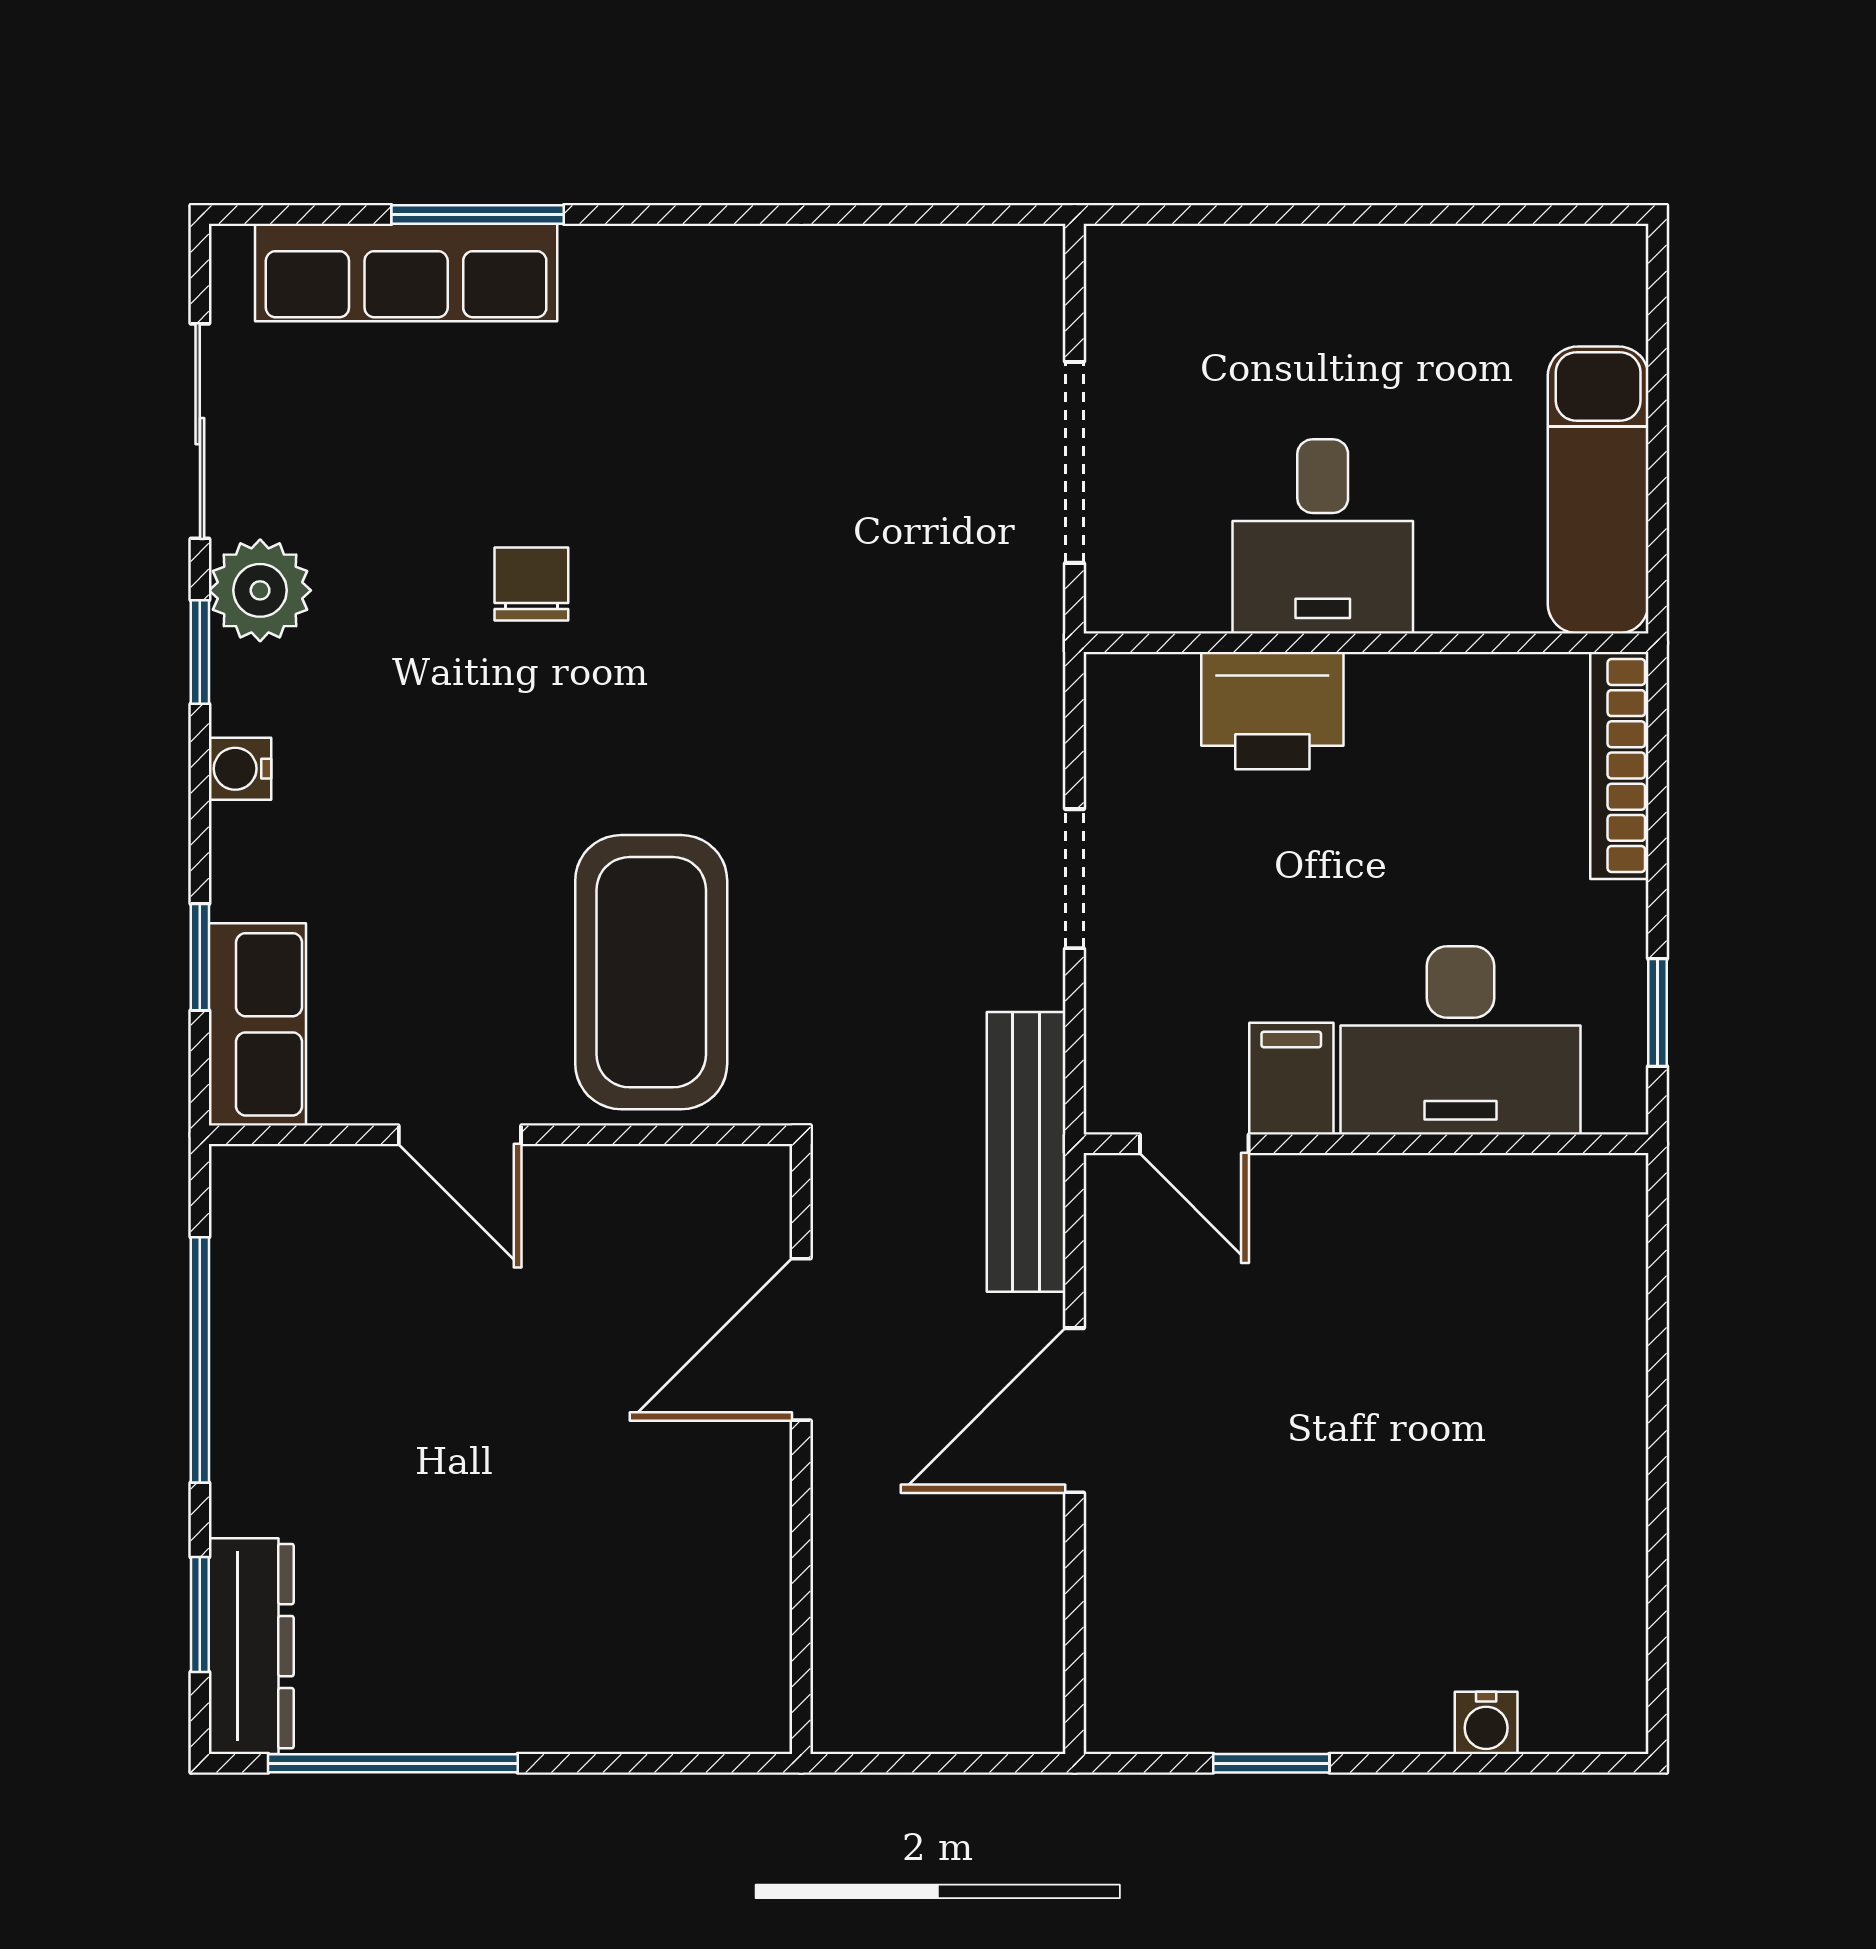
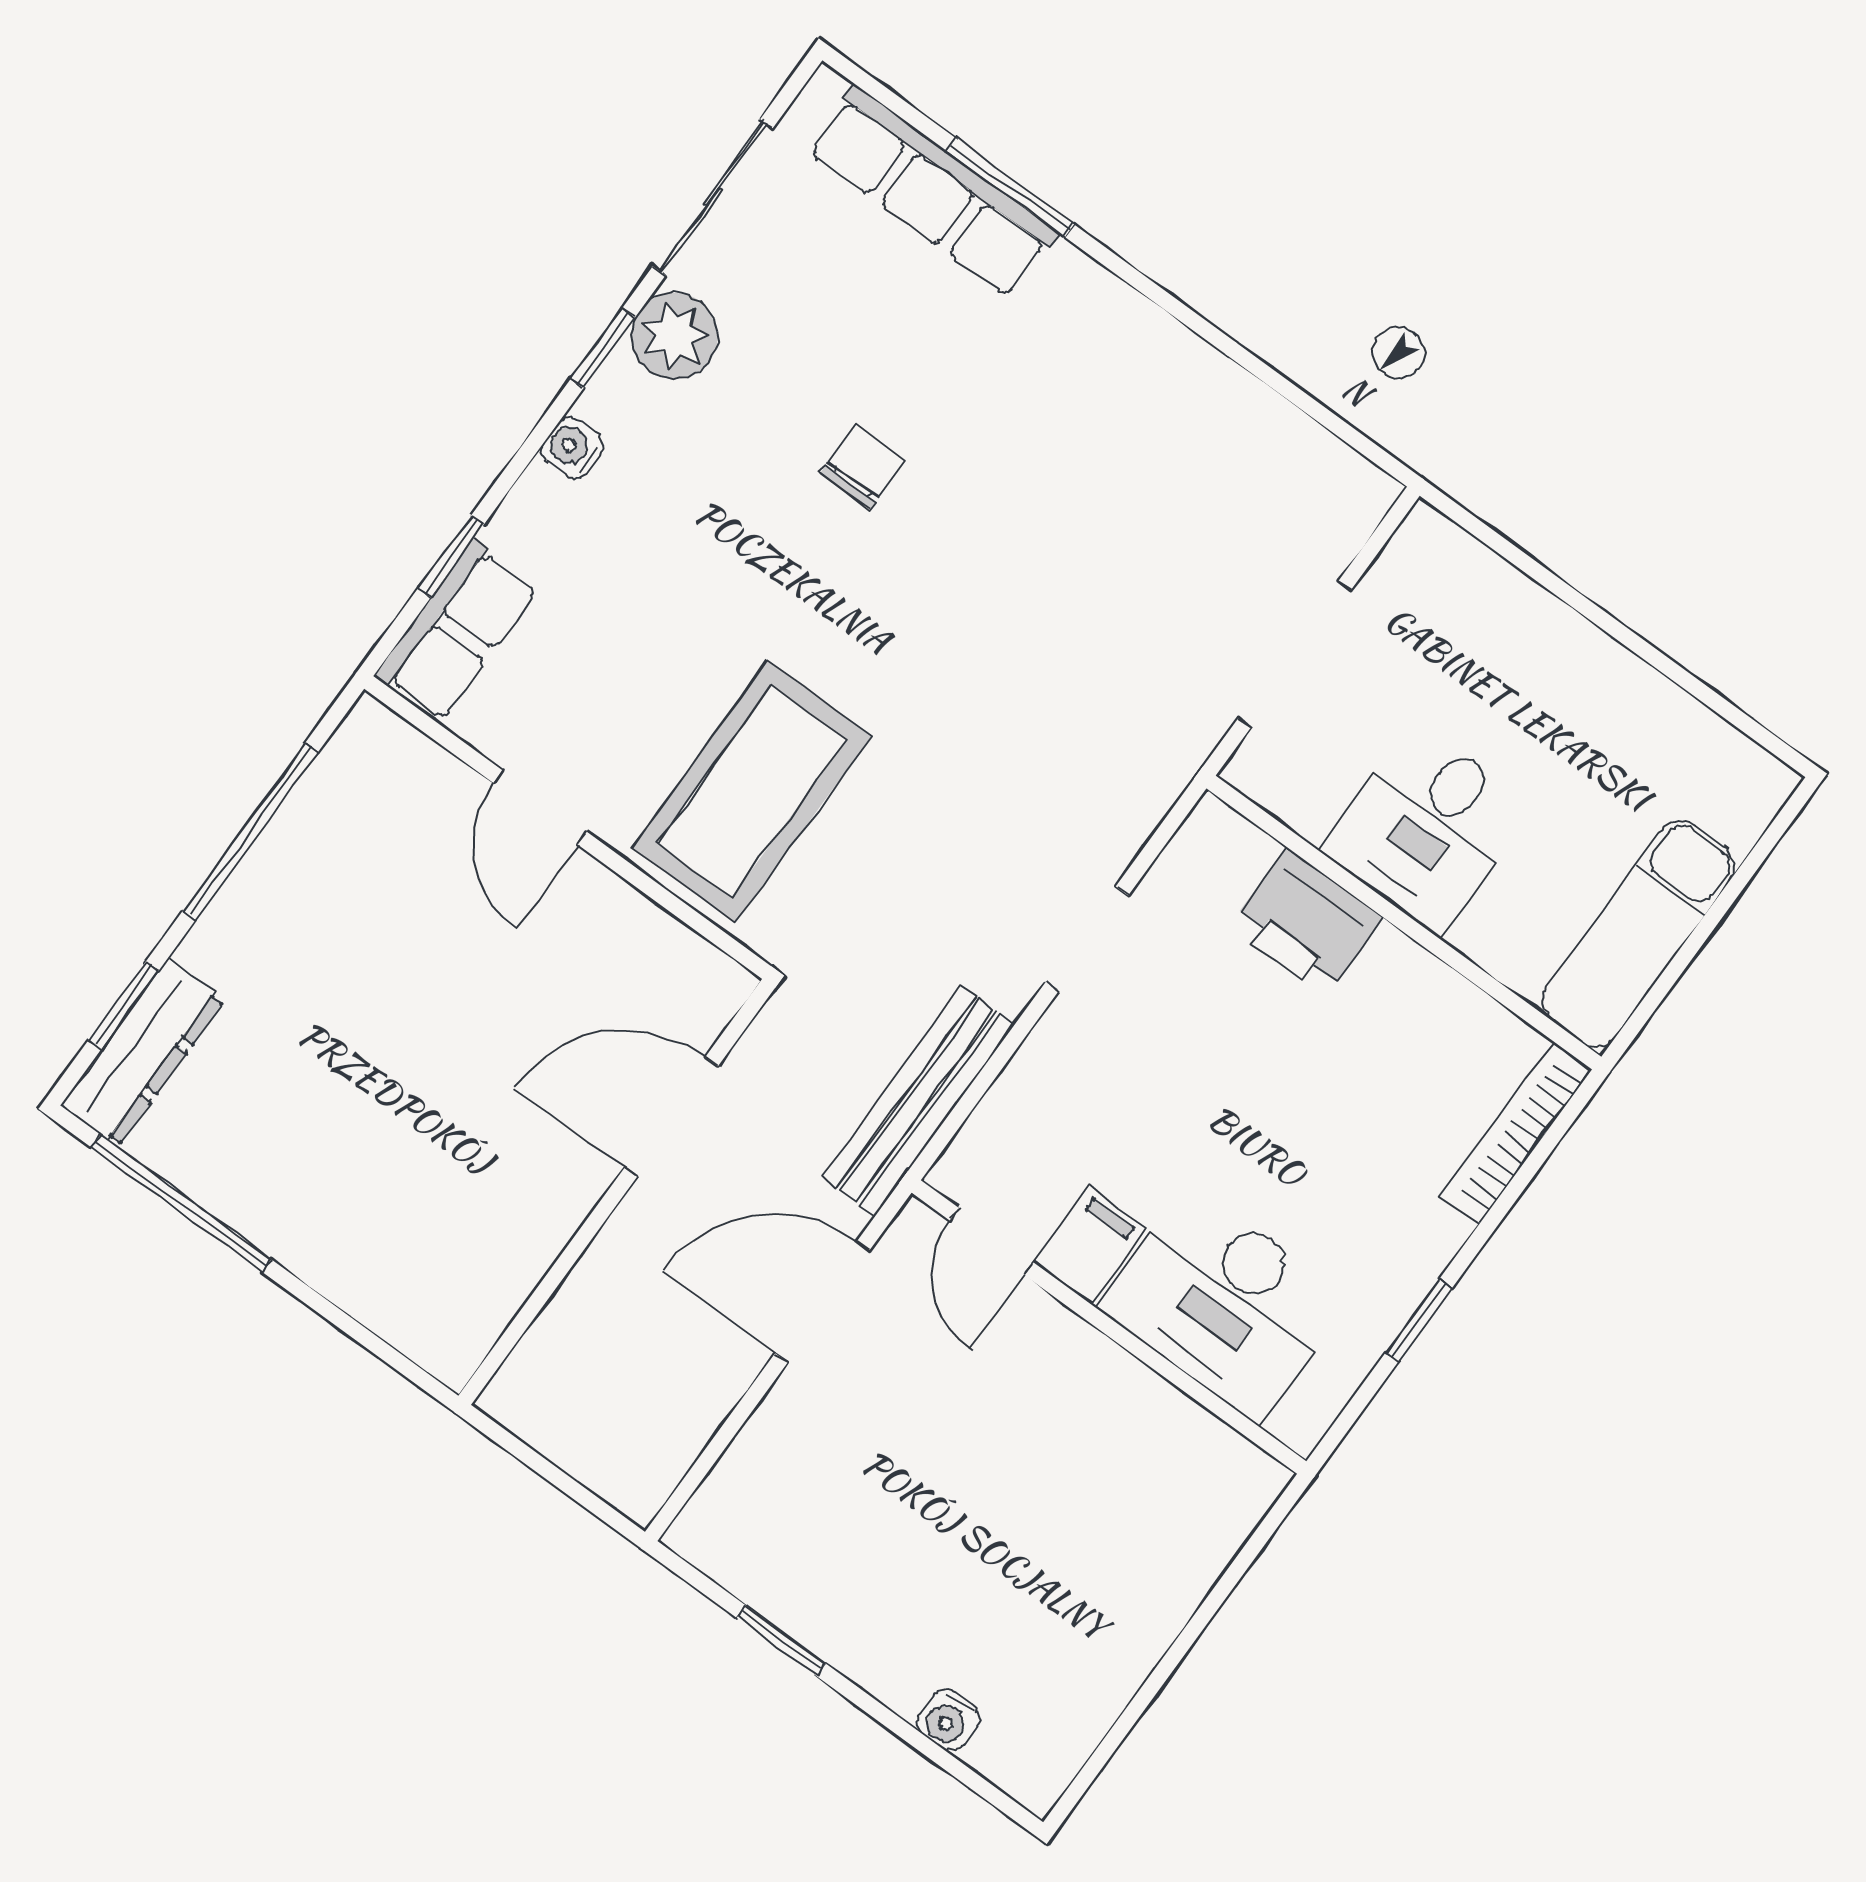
desk: (1460, 1040) -> (1225, 1303), moved
filing cabinet: (1291, 1079) -> (1090, 1245), moved
door: (1194, 1144) -> (992, 1241), moved
wall: (1366, 1144) -> (1109, 1327), moved

